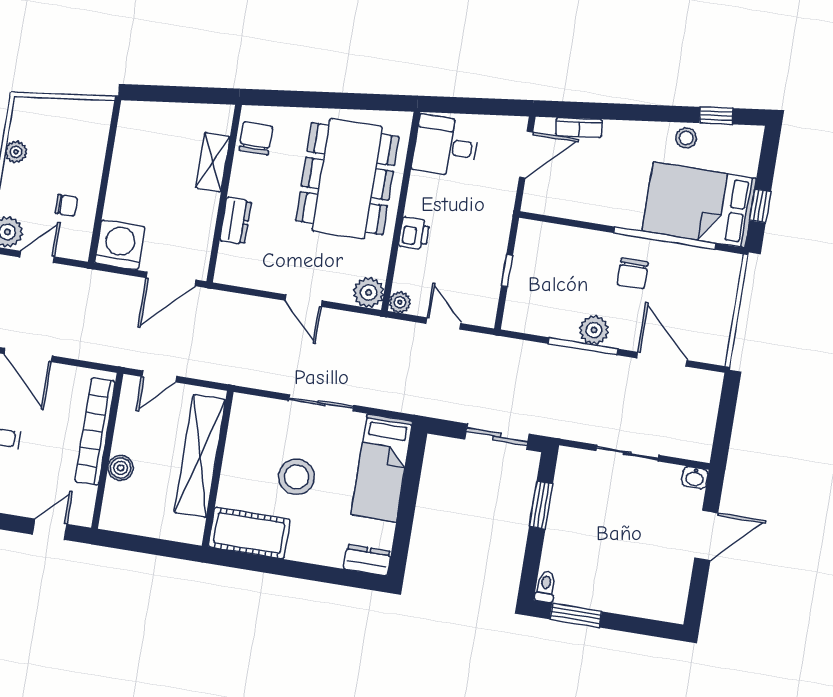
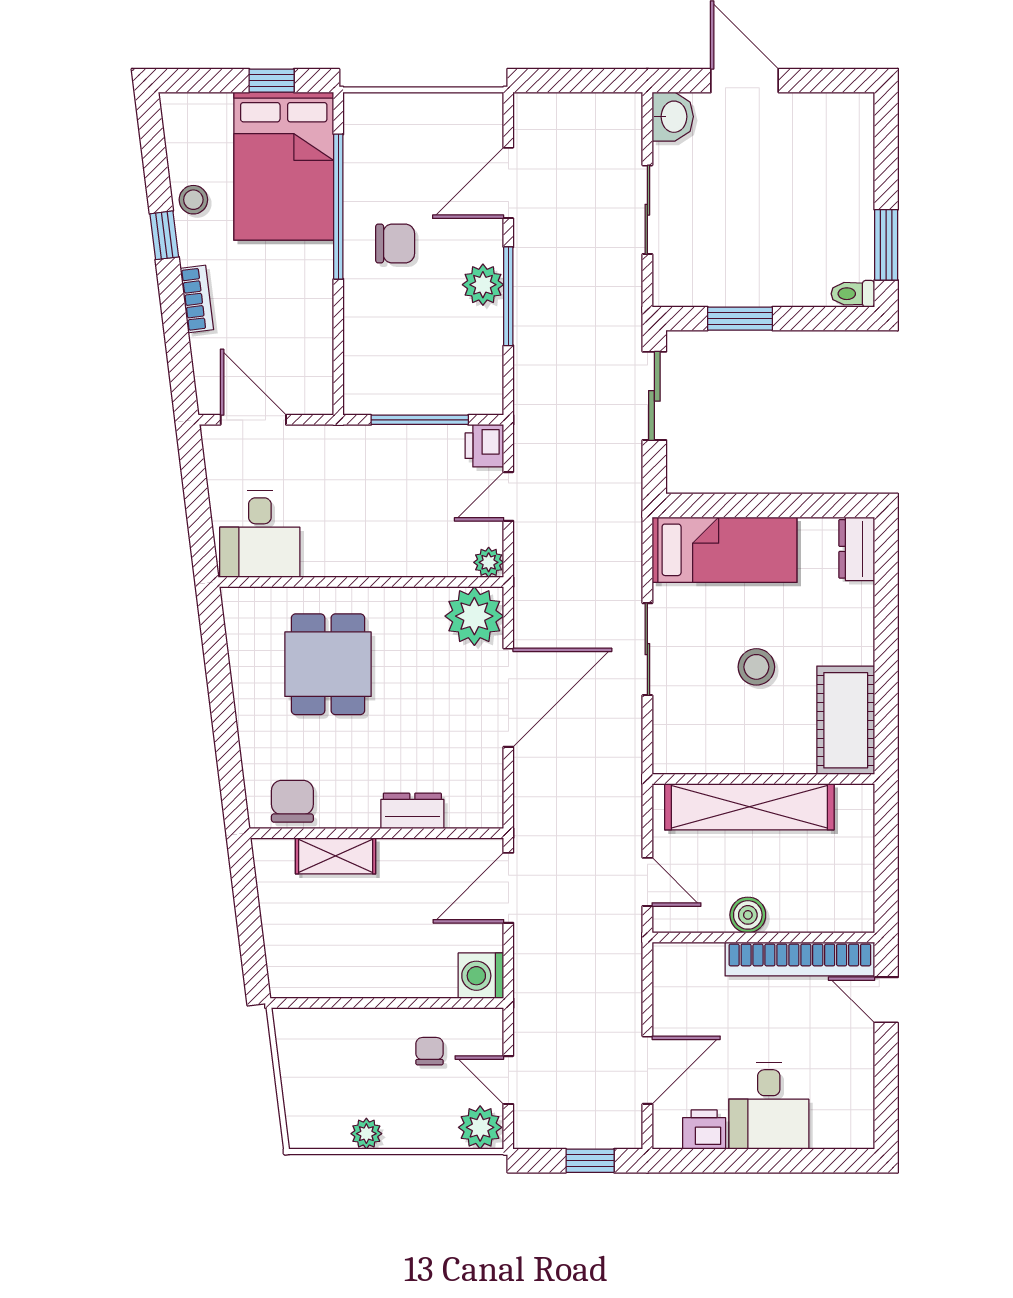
window: (716, 116) -> (164, 235), moved
bookcase: (579, 128) -> (197, 299), moved
chair: (256, 138) -> (292, 801), turned 90
dining table: (347, 179) -> (328, 664), width x0.53, depth x0.80
printer: (414, 233) -> (484, 446), moved, turned -90
washing machine: (120, 245) -> (481, 976), width x0.73, depth x0.73
window: (507, 270) -> (420, 420), width x2.17
door: (171, 279) -> (508, 888), swing flipped
plant: (369, 292) -> (474, 616), width x1.36, depth x1.36
door: (303, 301) -> (508, 698), width x1.88
bookcase: (95, 431) -> (800, 959), moved
boiler: (121, 468) -> (748, 915), moved
stool: (297, 477) -> (756, 667), width x0.73, depth x0.73
washbasin: (695, 478) -> (673, 117), width x1.38, depth x1.45

